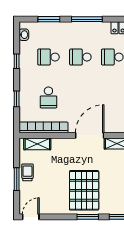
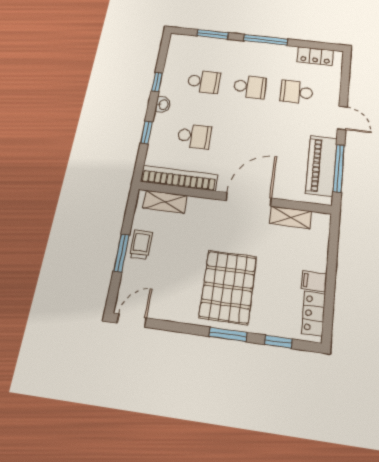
washbasin: (24, 35) -> (163, 105), moved
school desk: (48, 57) -> (204, 82), turned 180
school desk: (80, 57) -> (250, 87), turned 180
school desk: (48, 97) -> (194, 136), turned -90

